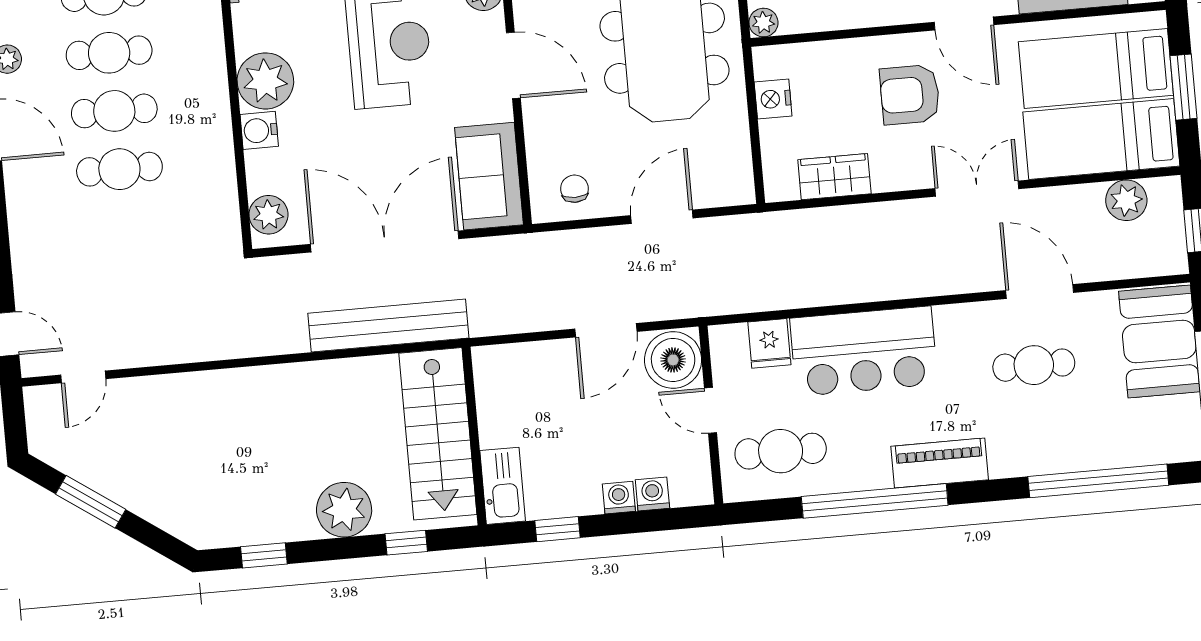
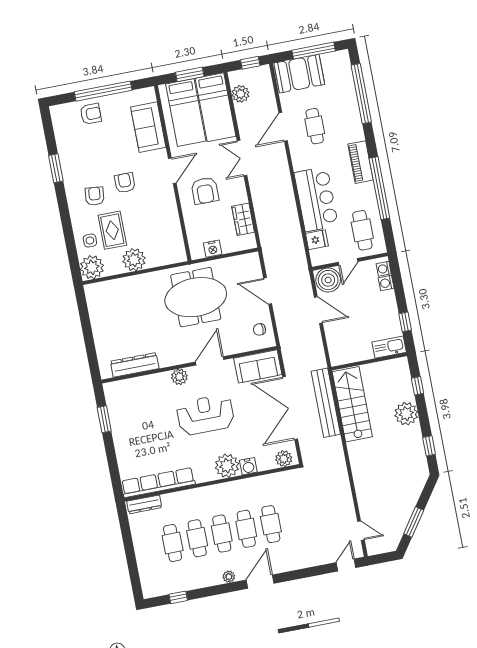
plant: (763, 23) -> (181, 256), removed
stairs: (438, 434) -> (352, 404), moved, turned -90
washing machine: (619, 498) -> (384, 269), moved

